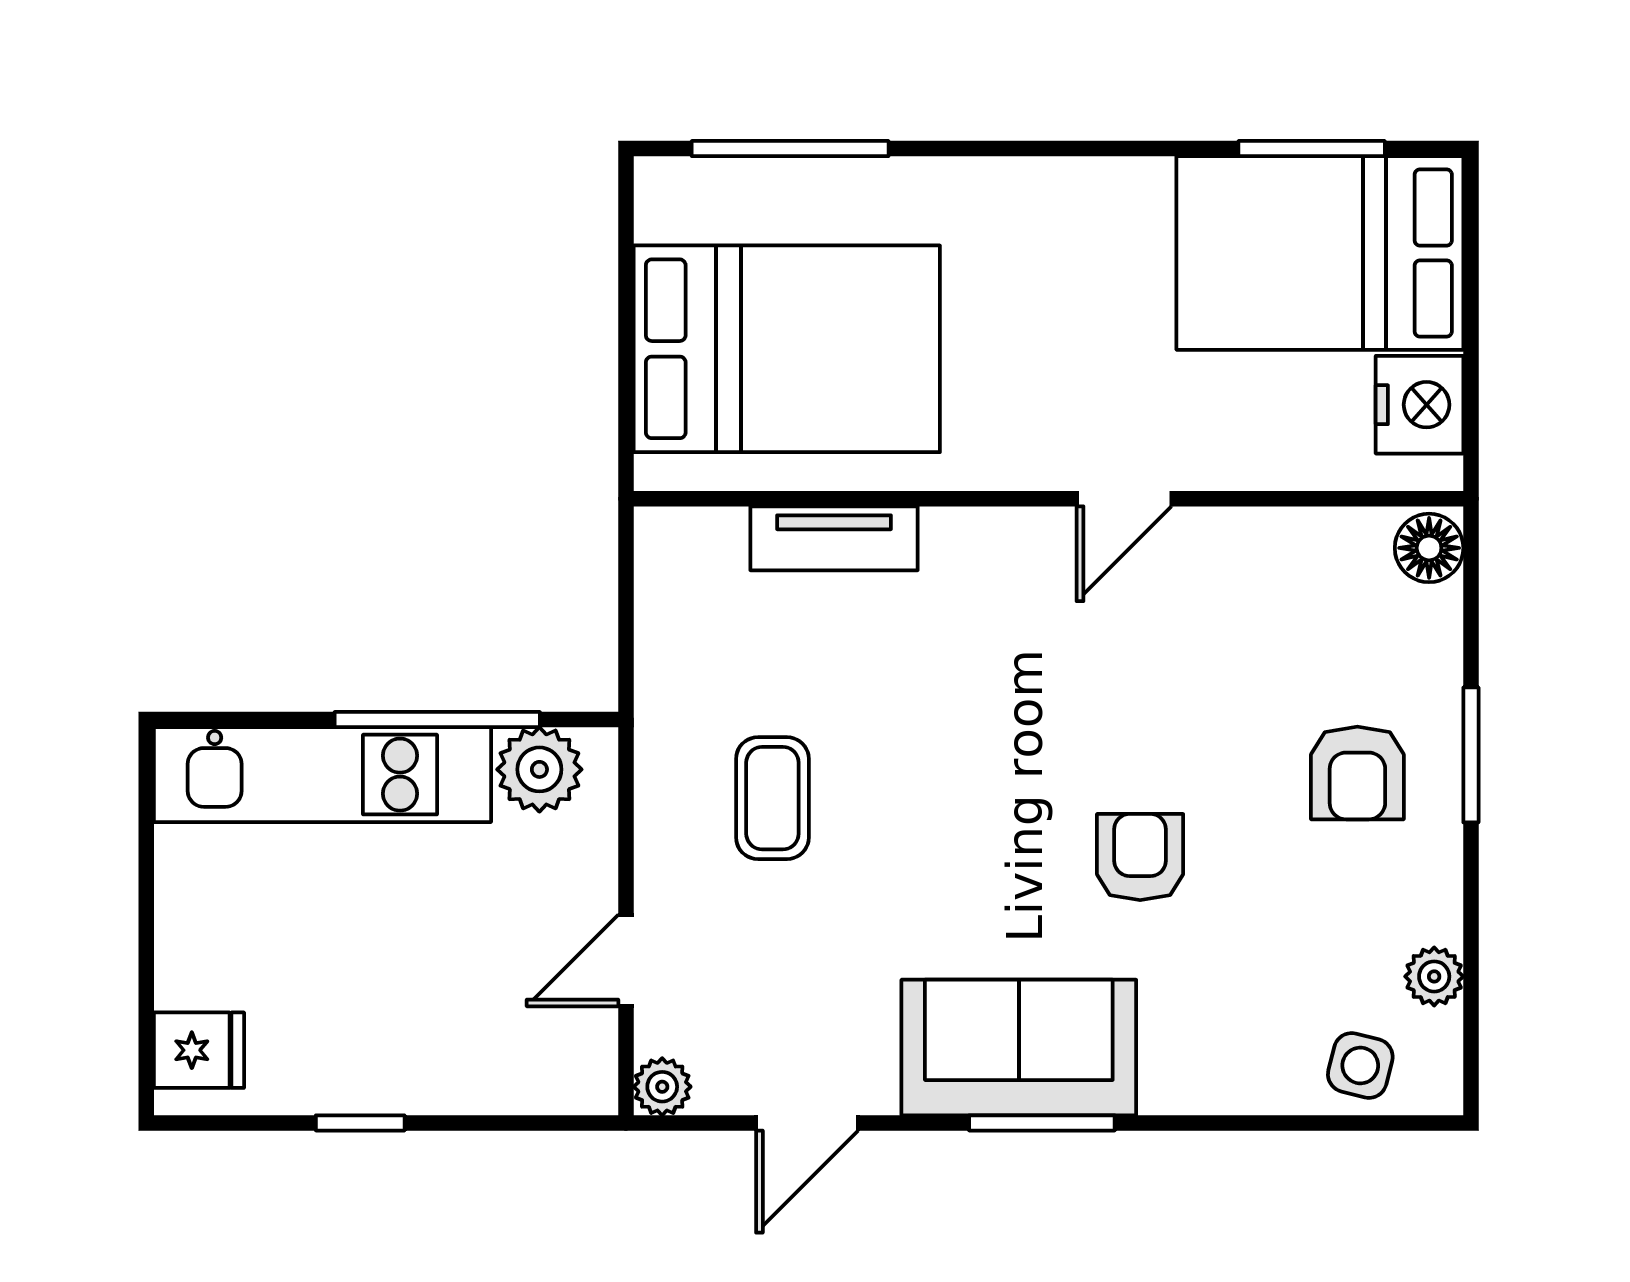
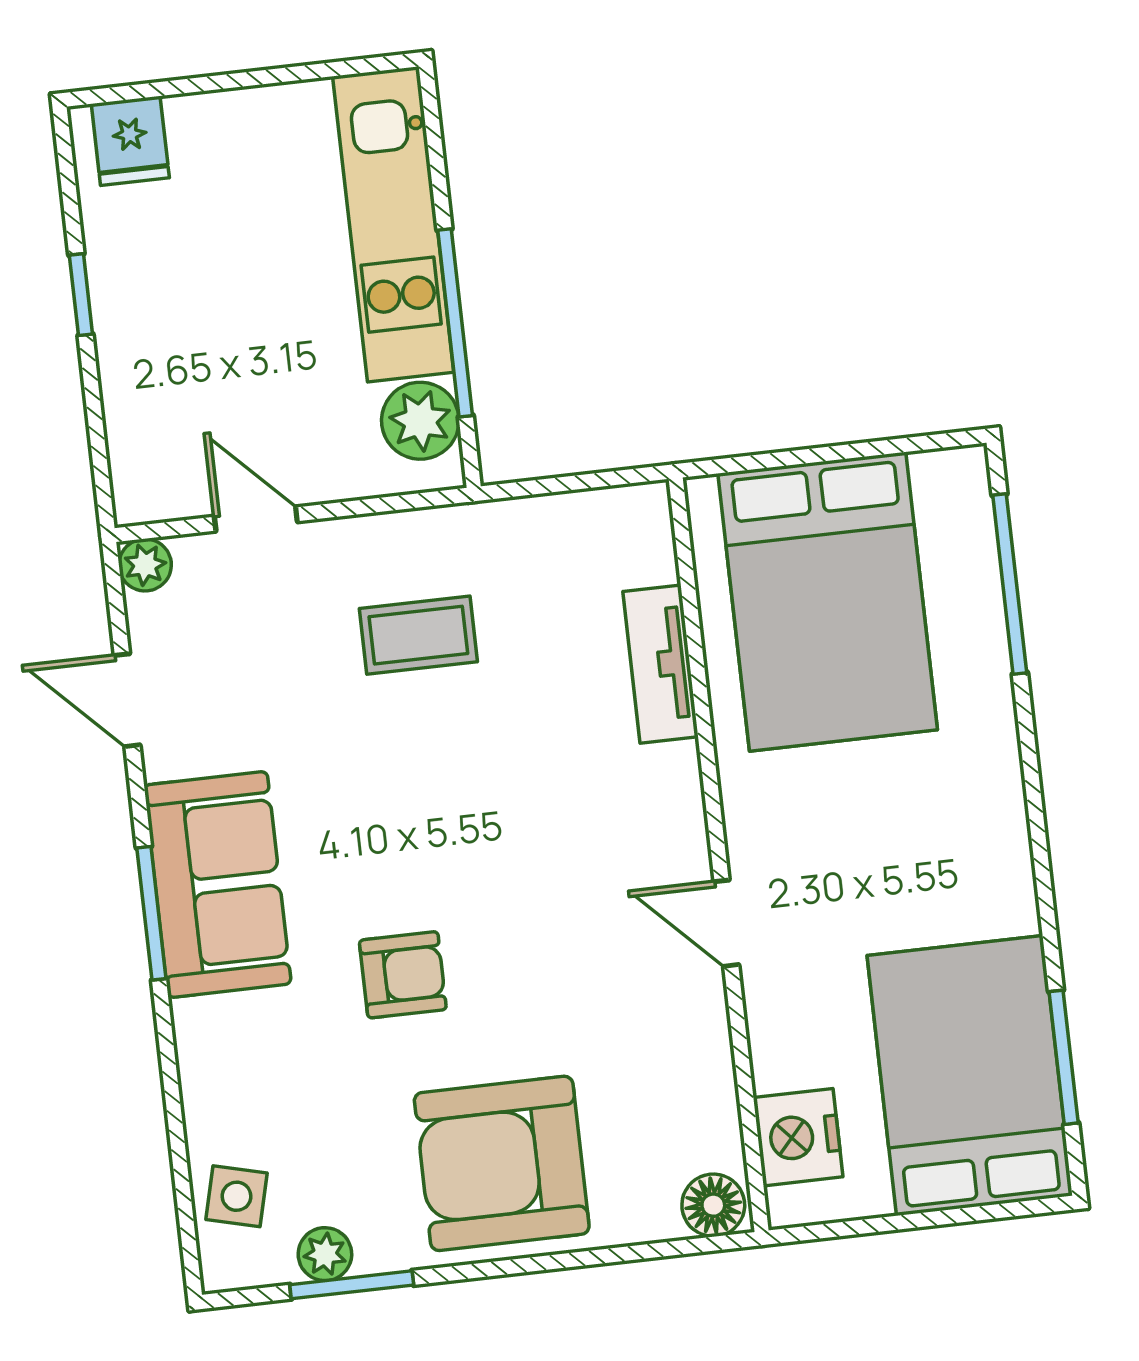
nightstand: (1420, 405) -> (798, 1137), moved, turned 90
window: (1471, 755) -> (352, 1285), moved
armchair: (1357, 773) -> (502, 1163), width x1.88, depth x1.88

